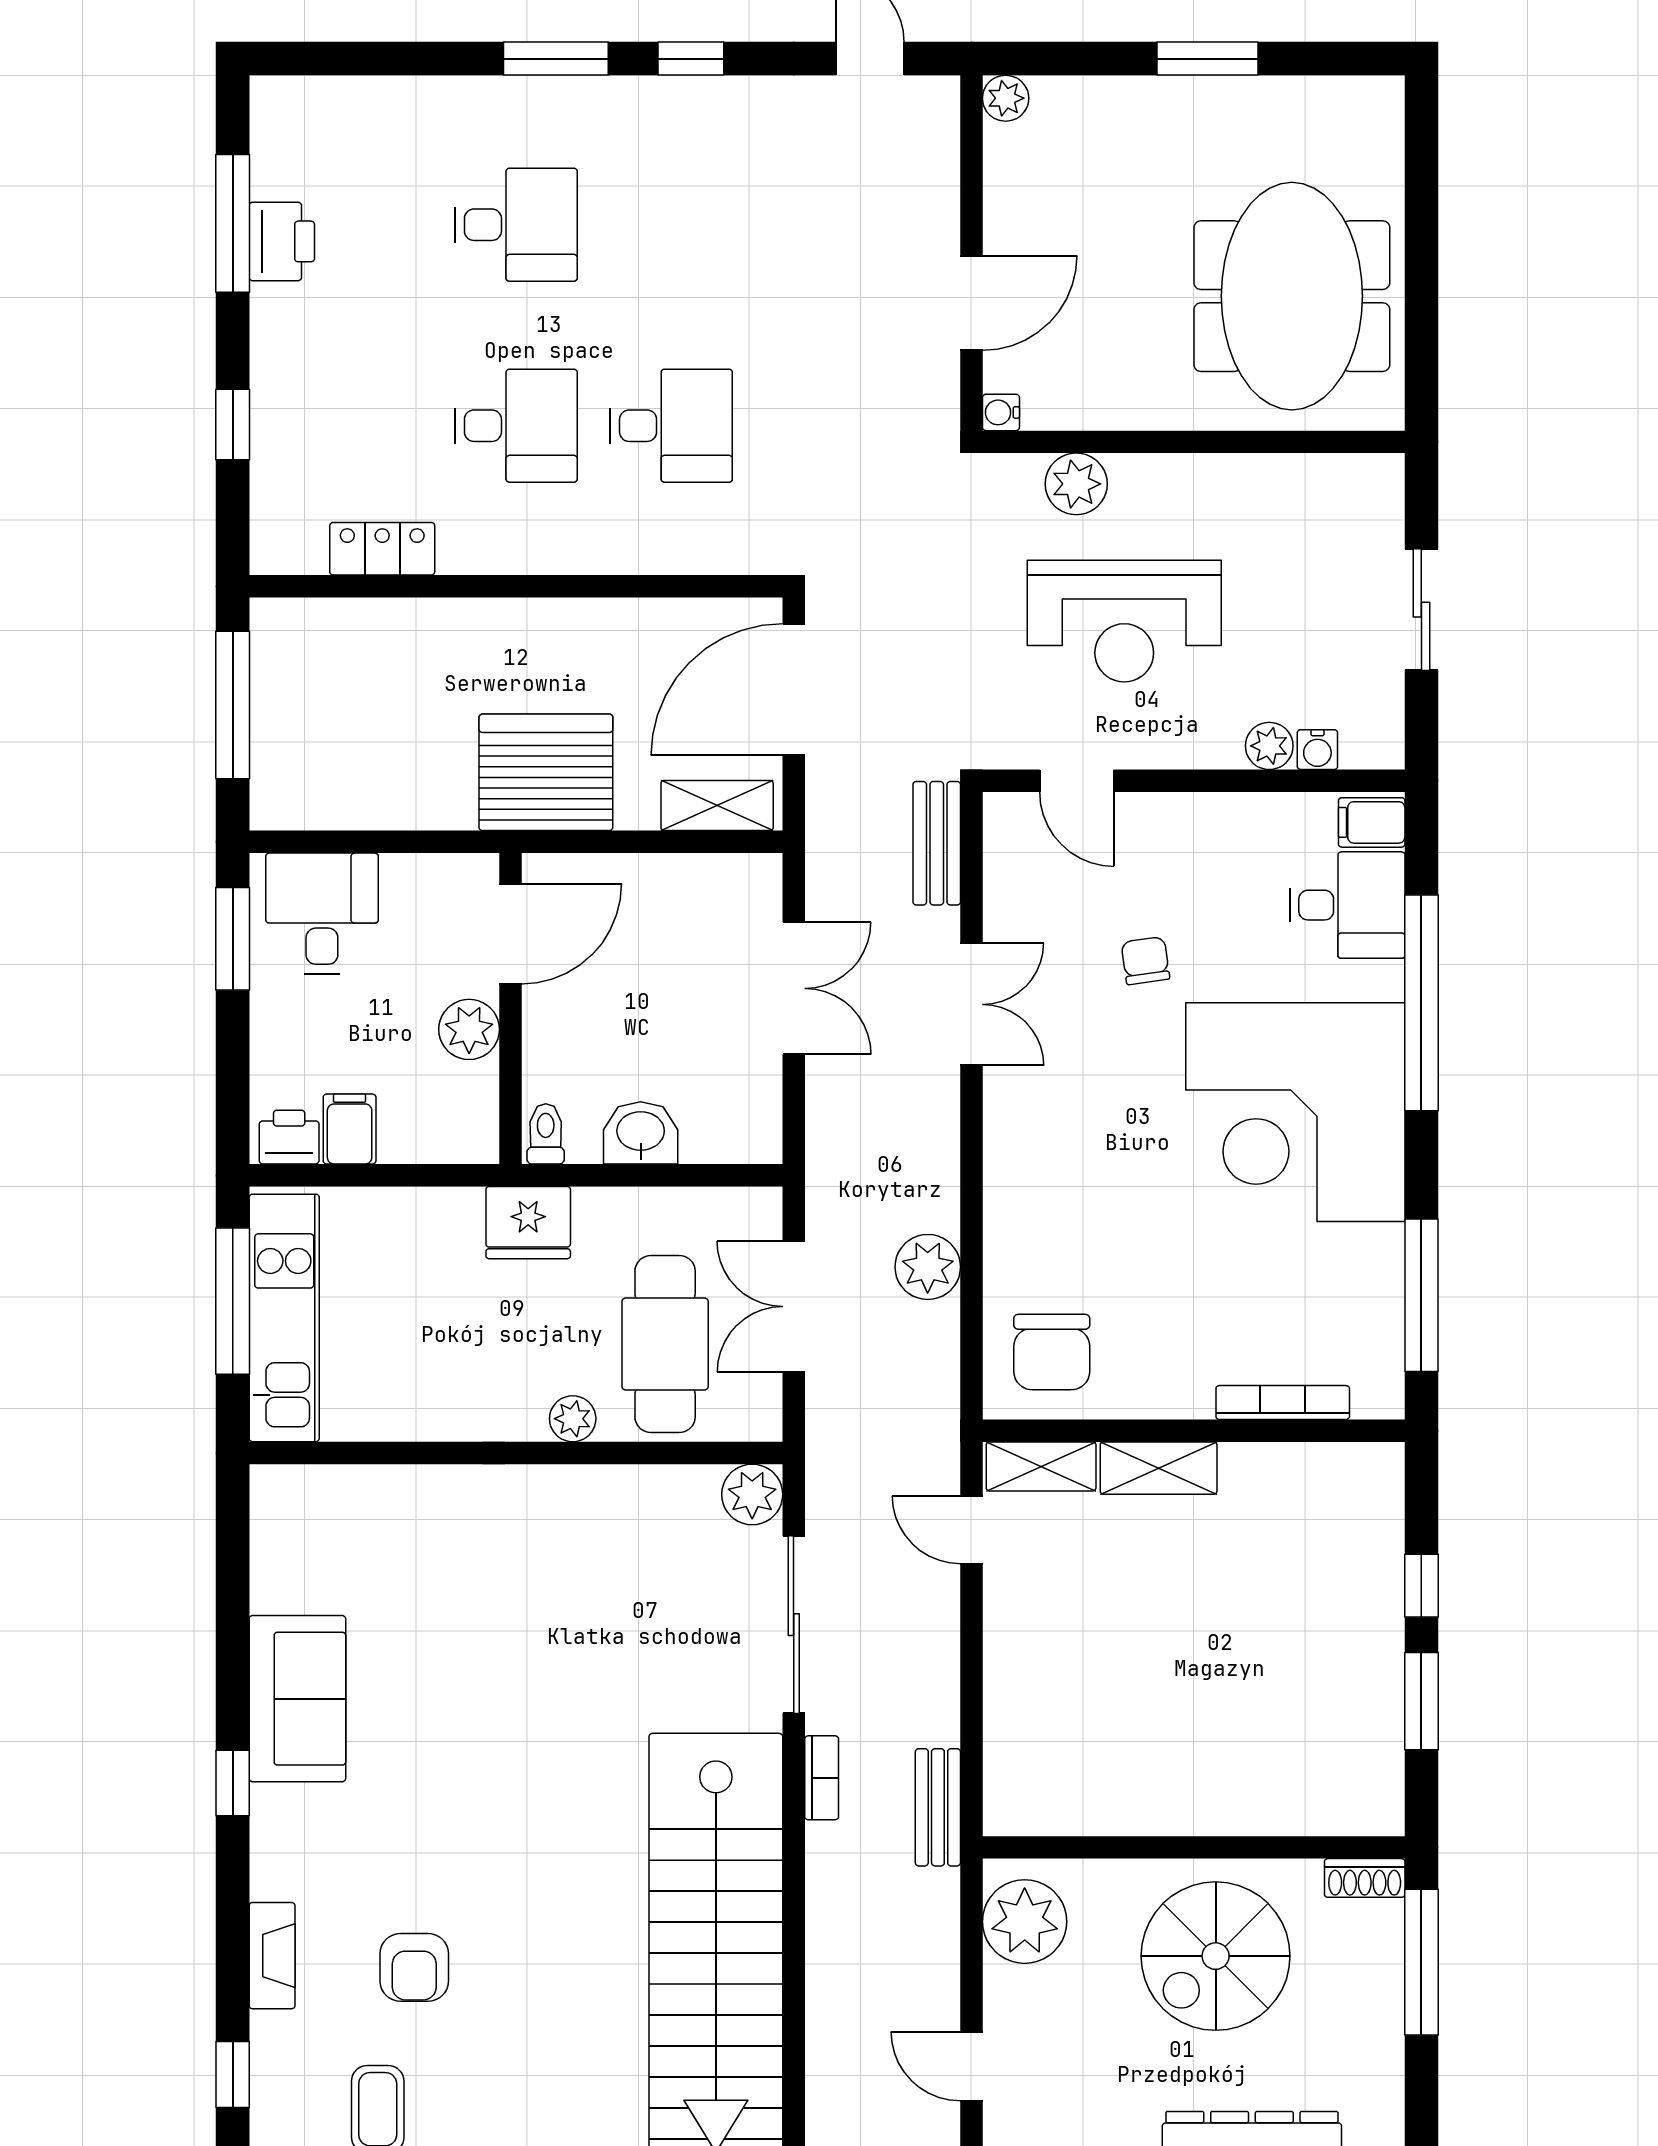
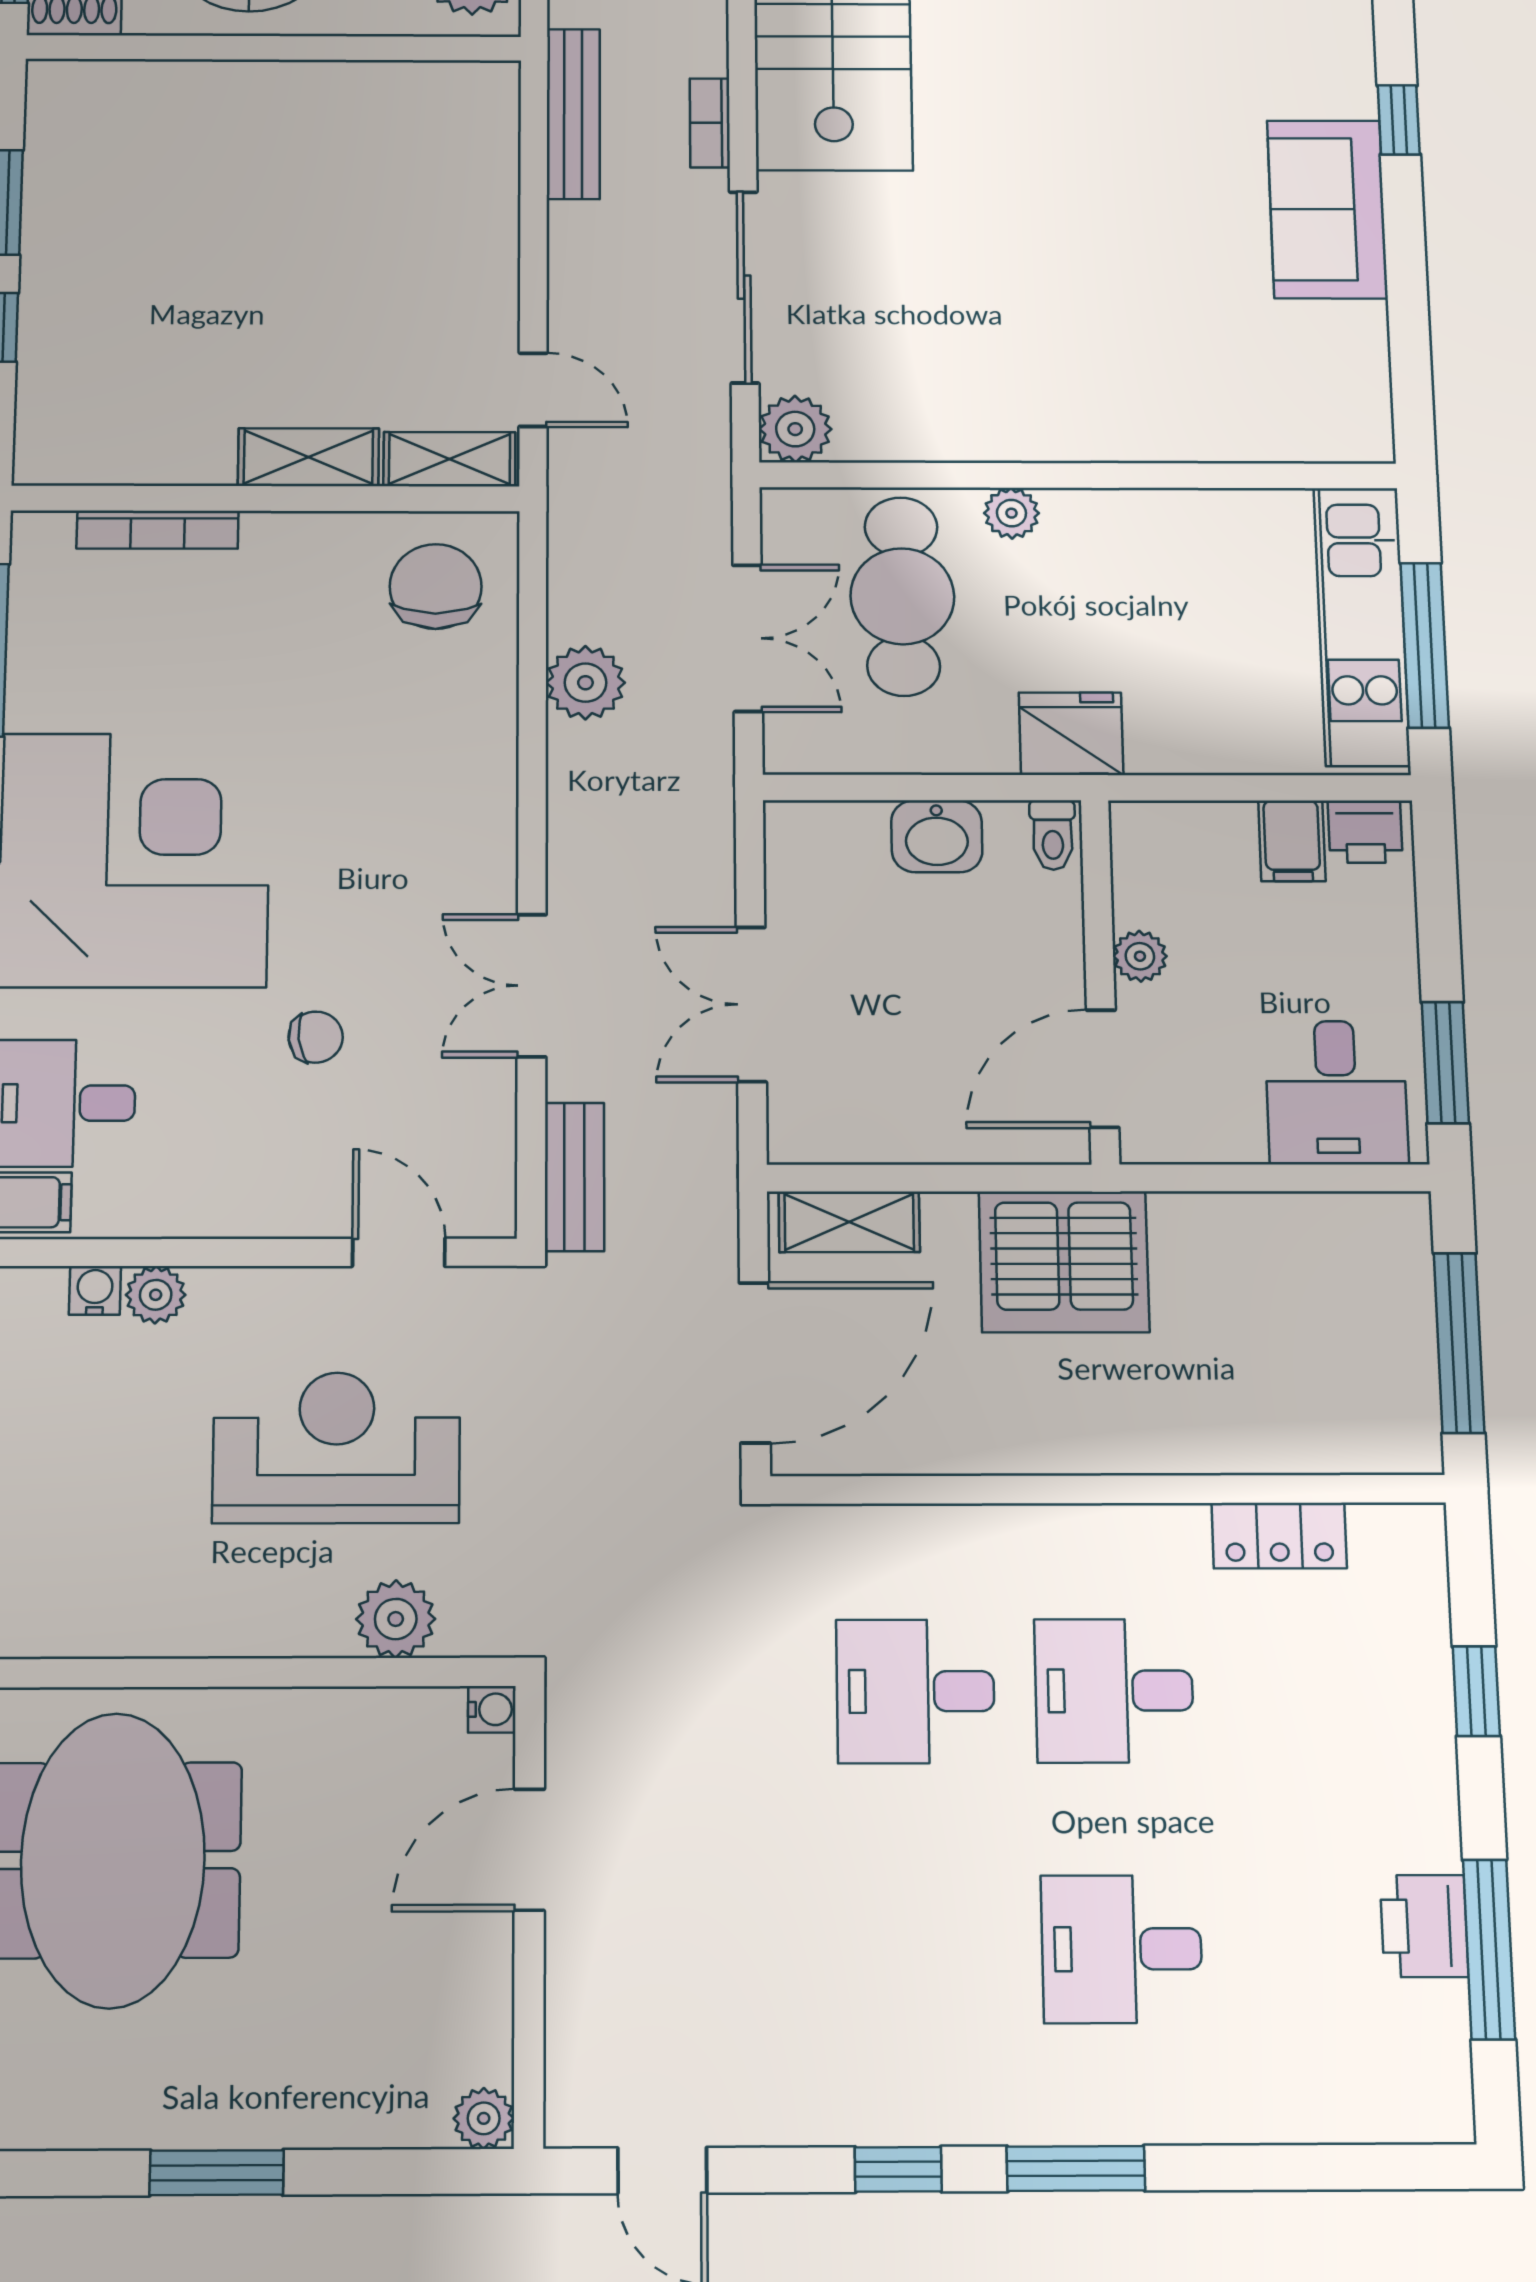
chair: (1145, 961) -> (316, 1037), turned -89
plant: (469, 1029) -> (1140, 956), width x0.73, depth x0.73
bench: (938, 1807) -> (573, 114), width x1.36

